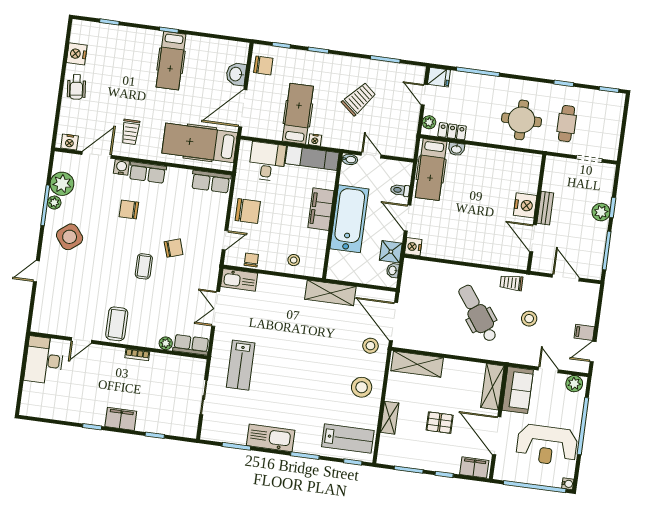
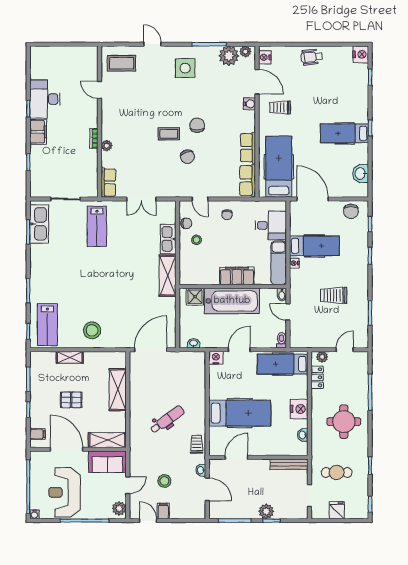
nightstand: (77, 54) -> (361, 54), moved, turned 90
washbasin: (236, 74) -> (361, 174), moved, turned -90
fridge: (439, 77) -> (337, 510), moved, turned 180
trolley: (359, 99) -> (334, 295), turned 140
round table: (521, 120) -> (344, 422), moved
washbasin: (456, 149) -> (303, 435), moved
door: (371, 155) -> (288, 312), swing flipped
row of seats: (148, 172) -> (248, 148), moved
toilet: (400, 190) -> (282, 340), moved
plant: (54, 203) -> (245, 51), moved
nightstand: (525, 205) -> (299, 409), moved, turned -90
bench: (545, 208) -> (289, 464), moved, width x1.36
chair: (129, 209) -> (197, 125), moved
chair: (248, 211) -> (227, 215), width x0.54, depth x0.54
hospital bed: (482, 227) -> (240, 413), added
side table: (70, 237) -> (185, 68), turned 38
shower: (391, 252) -> (195, 297), moved
stool: (294, 260) -> (197, 240), moved
door: (566, 278) -> (207, 489), hinge flipped
kitchen sink: (239, 280) -> (168, 239), moved
washbasin: (542, 282) -> (201, 470), added
shelving: (330, 293) -> (168, 276), moved
double door: (216, 309) -> (141, 199), swing flipped
dental chair: (478, 313) -> (167, 420), width x0.73, depth x0.72
stool: (529, 319) -> (164, 481), moved
coffee table: (117, 324) -> (122, 63), moved
plant: (166, 343) -> (107, 146), moved
stool: (370, 346) -> (128, 333), removed
desk: (44, 360) -> (45, 99), moved, turned -90
shelving: (417, 364) -> (118, 390), moved
lab bench: (241, 365) -> (97, 226), turned -90
pallet: (440, 423) -> (71, 400), turned 90
door: (497, 436) -> (67, 449), hinge flipped
kitchen sink: (271, 438) -> (39, 224), moved
filing cabinet: (474, 467) -> (37, 434), width x0.50

